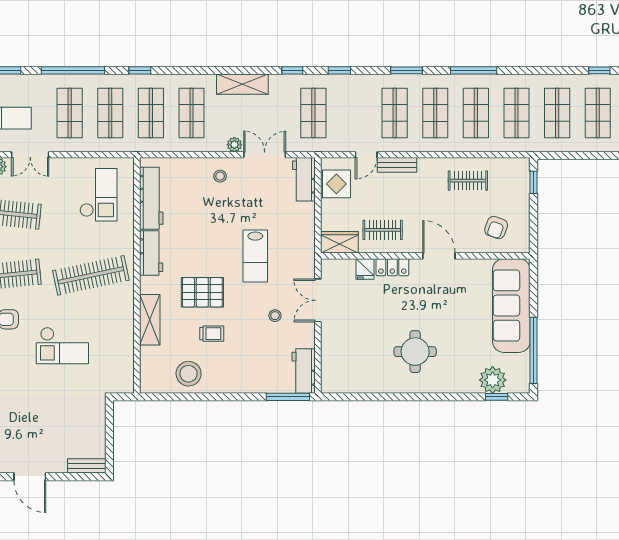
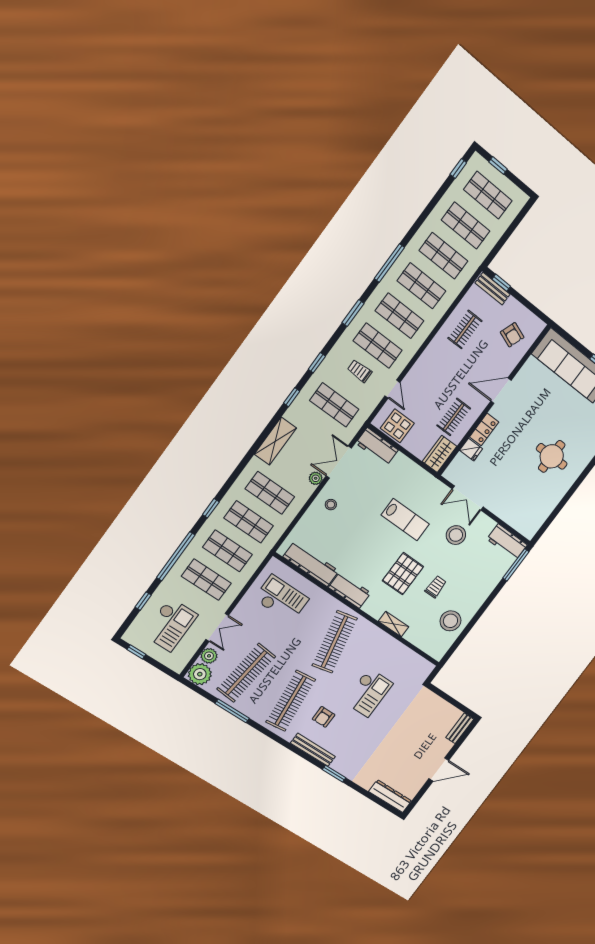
trolley: (360, 113) -> (360, 371), added
bench: (397, 165) -> (493, 289), moved, turned 90
stool: (275, 316) -> (456, 535), width x1.89, depth x1.89
shelving: (150, 320) -> (394, 624), width x0.67, depth x0.75

